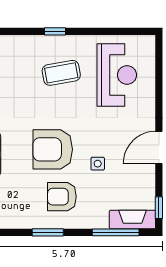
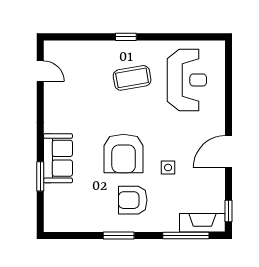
armchair: (53, 149) -> (124, 153), turned -90

